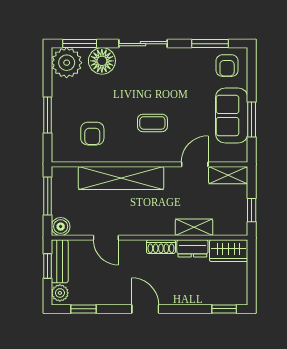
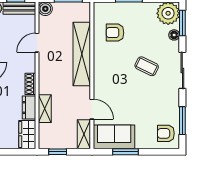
floor lamp: (102, 61) -> (174, 35), width x0.53, depth x0.53
sofa: (232, 116) -> (114, 137), moved
coffee table: (152, 123) -> (147, 66), moved, turned -64

